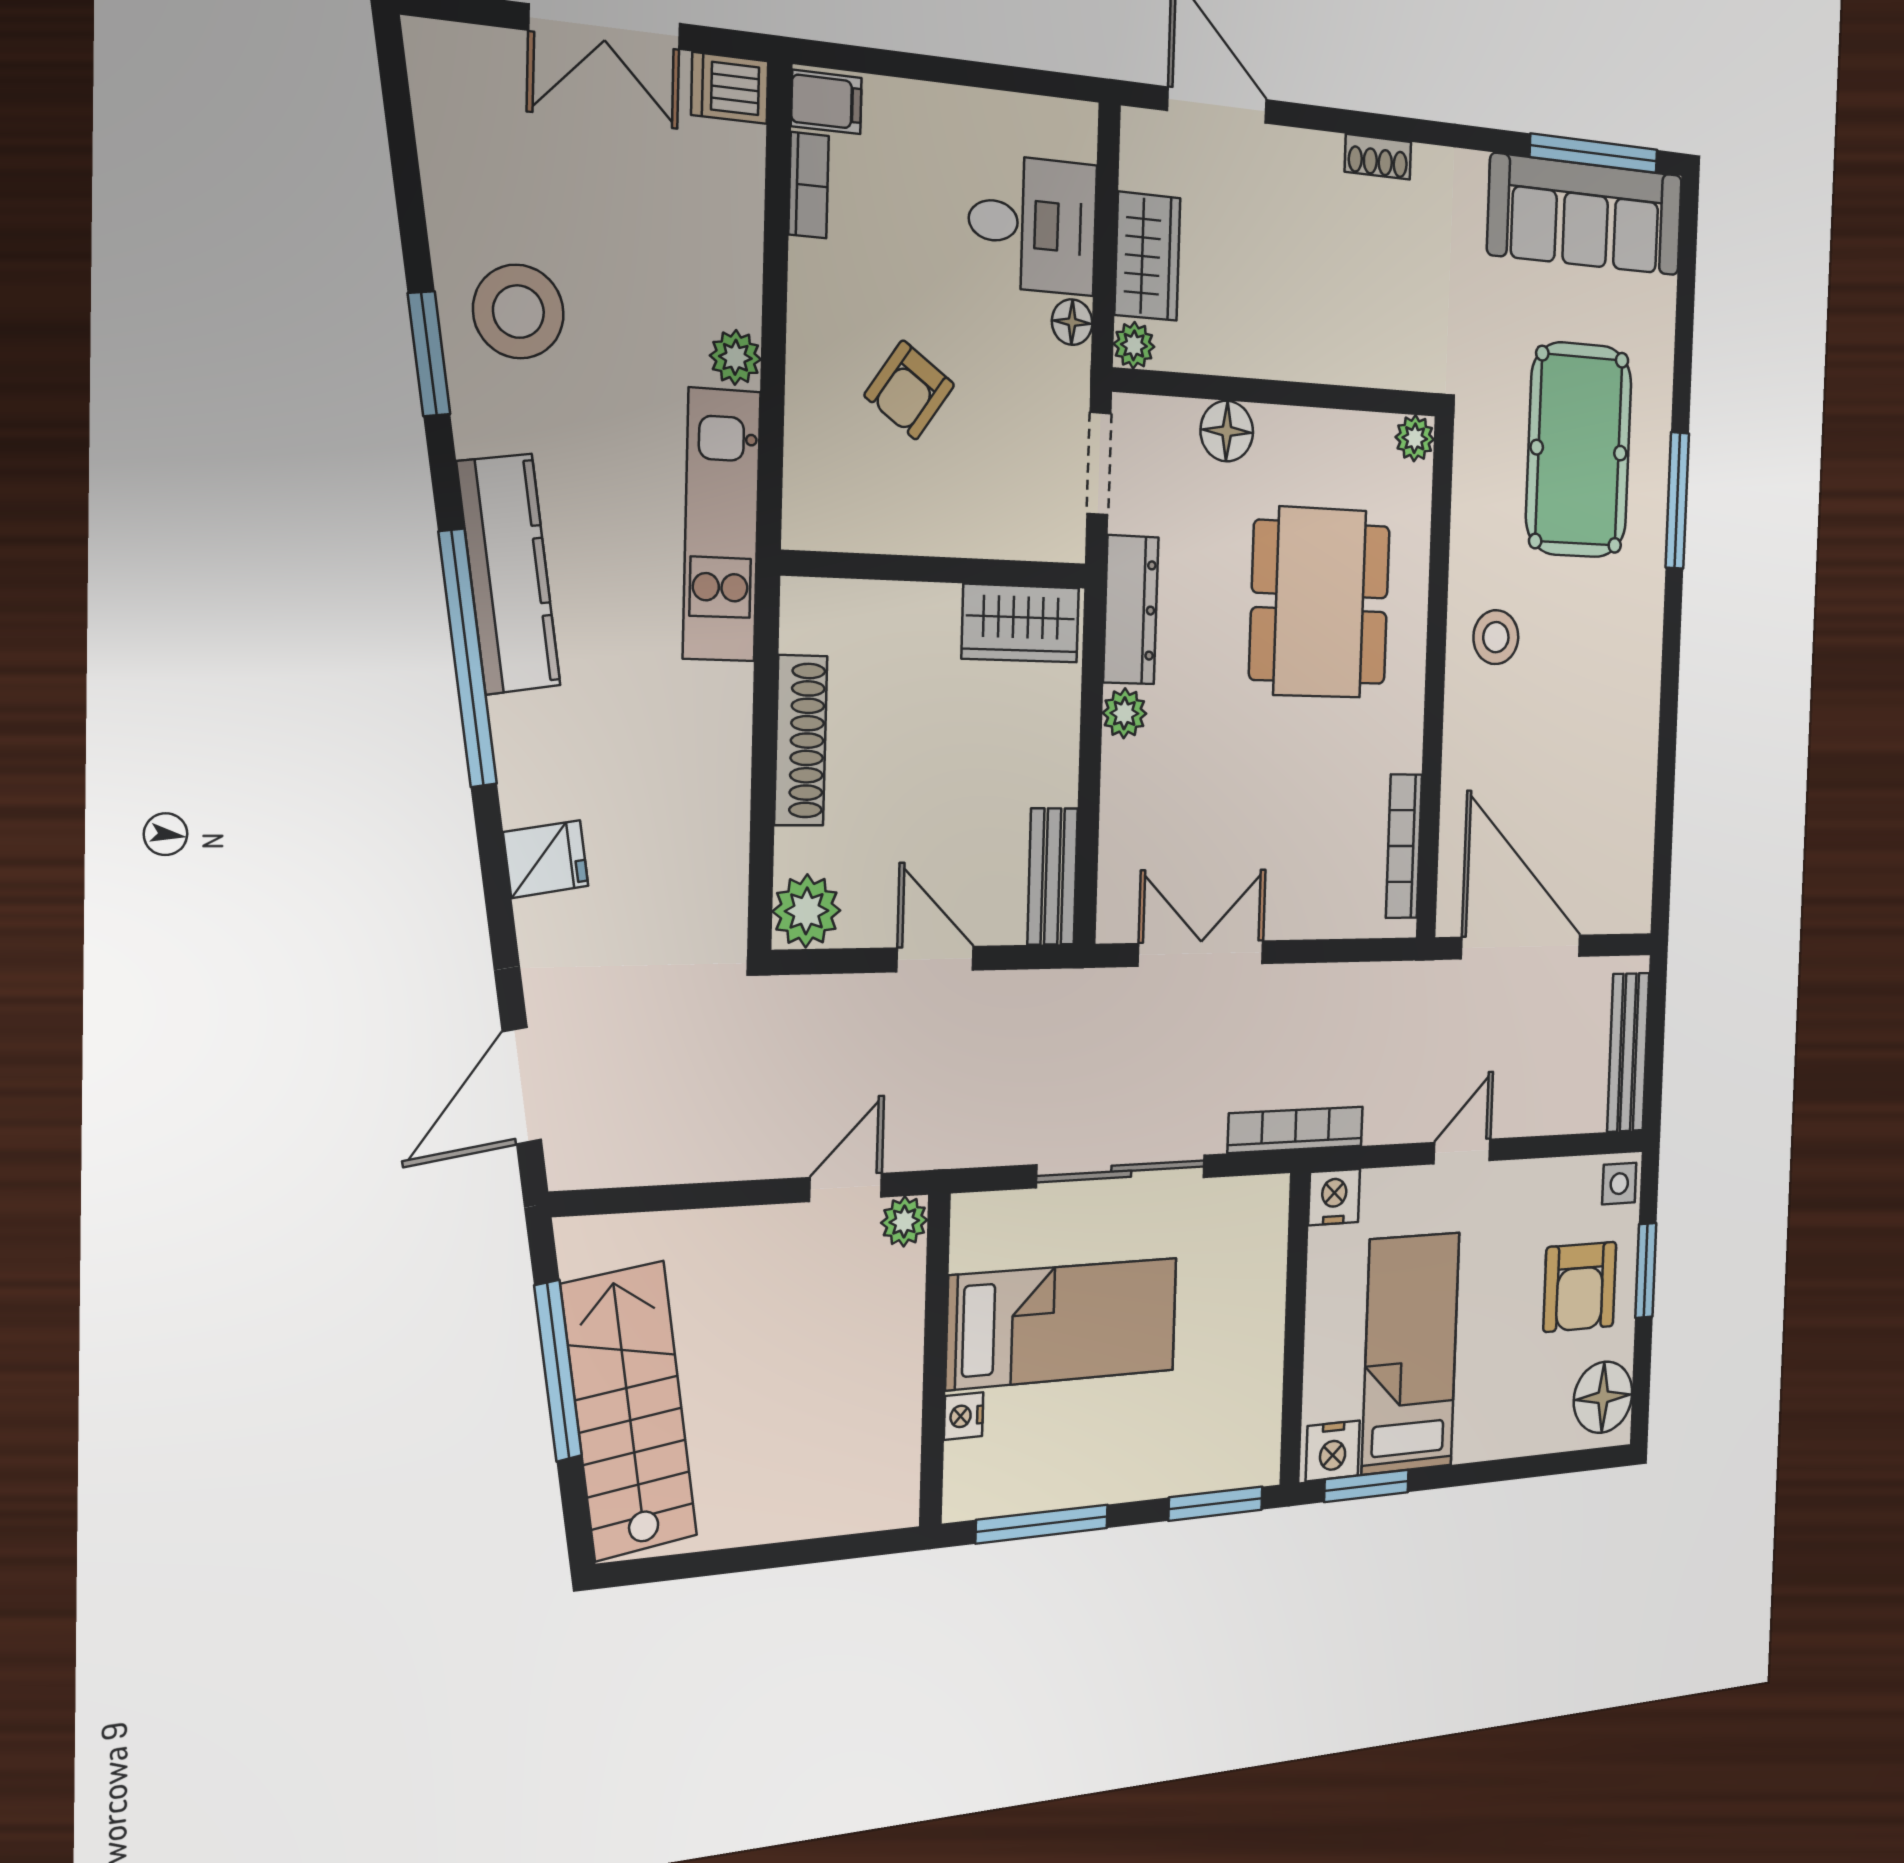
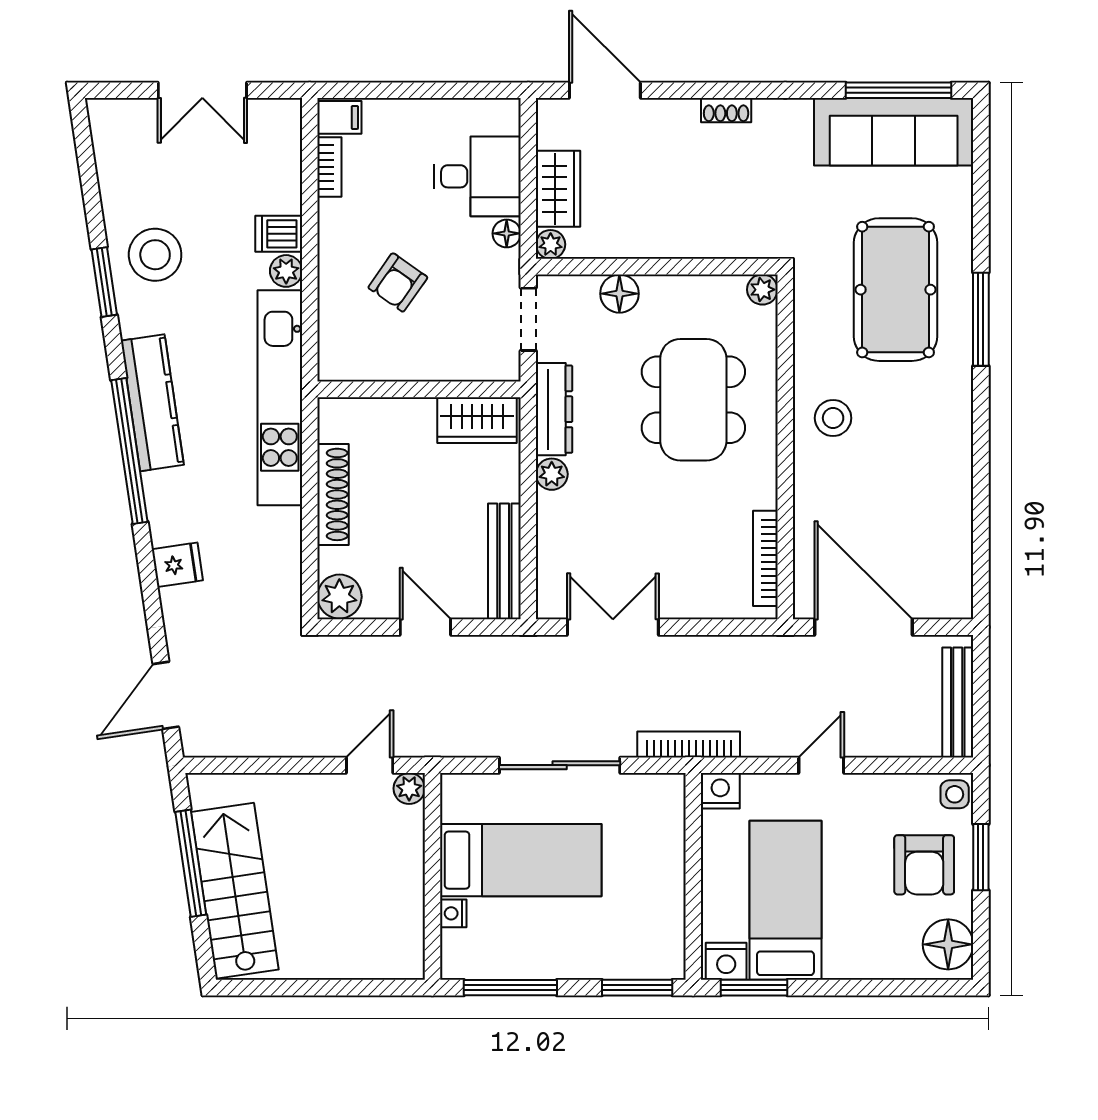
dishwasher: (730, 88) -> (279, 234), moved
kitchen unit: (722, 525) -> (280, 398), width x1.36
bench: (1053, 876) -> (504, 561), width x1.36

